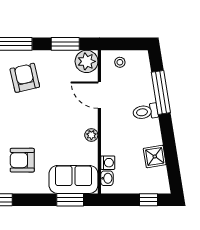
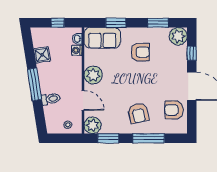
window: (161, 92) -> (34, 84), moved
toilet: (145, 112) -> (51, 99), moved
plant: (91, 135) -> (93, 75), width x1.87, depth x1.87
window: (70, 200) -> (116, 23), moved
window: (148, 200) -> (58, 23), moved

